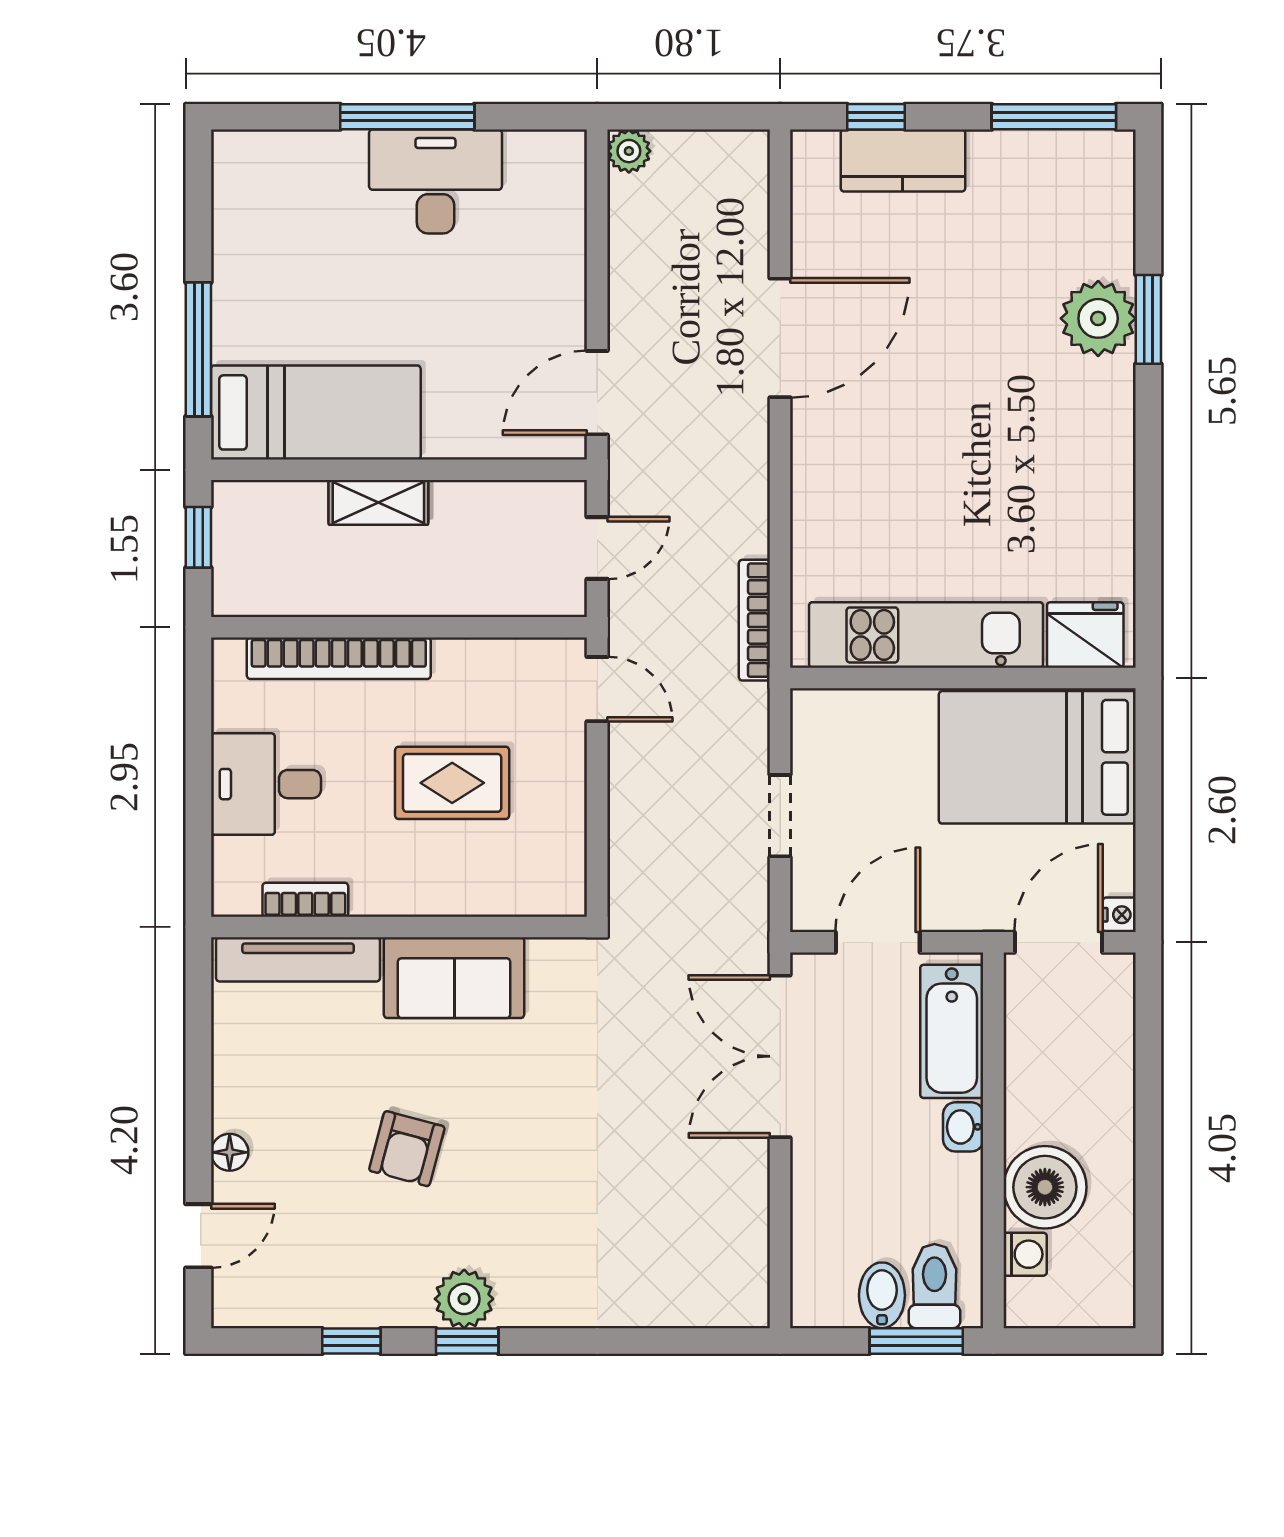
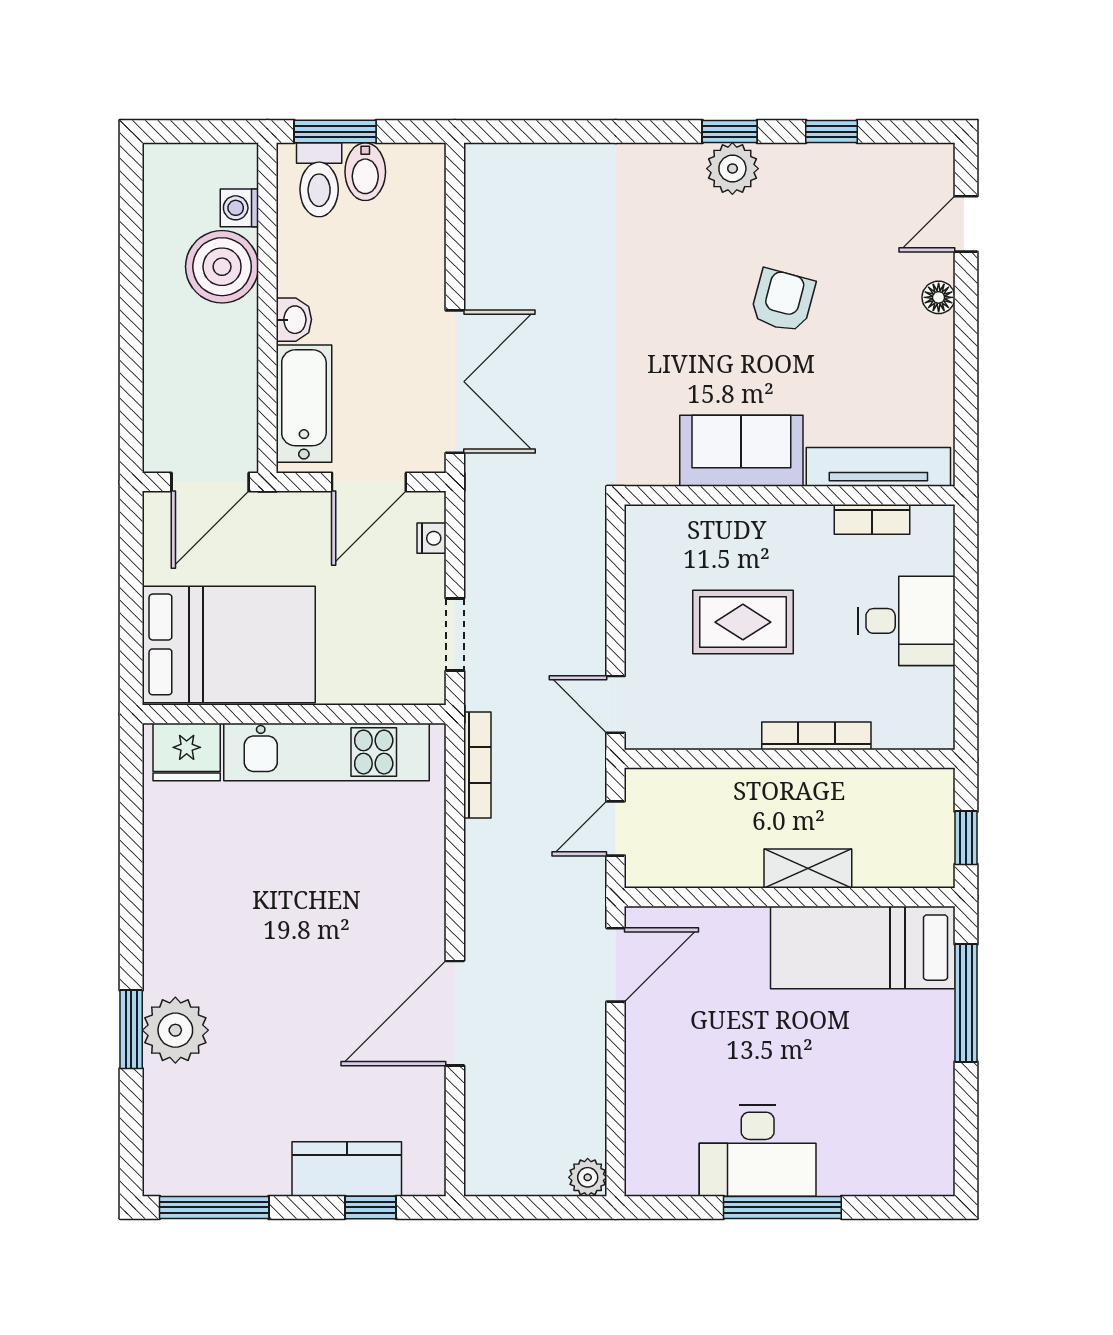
bookcase: (339, 658) -> (816, 736), width x0.68, depth x0.76
doorway: (780, 816) -> (455, 635), moved
nightstand: (1119, 915) -> (432, 538), moved, turned 180

